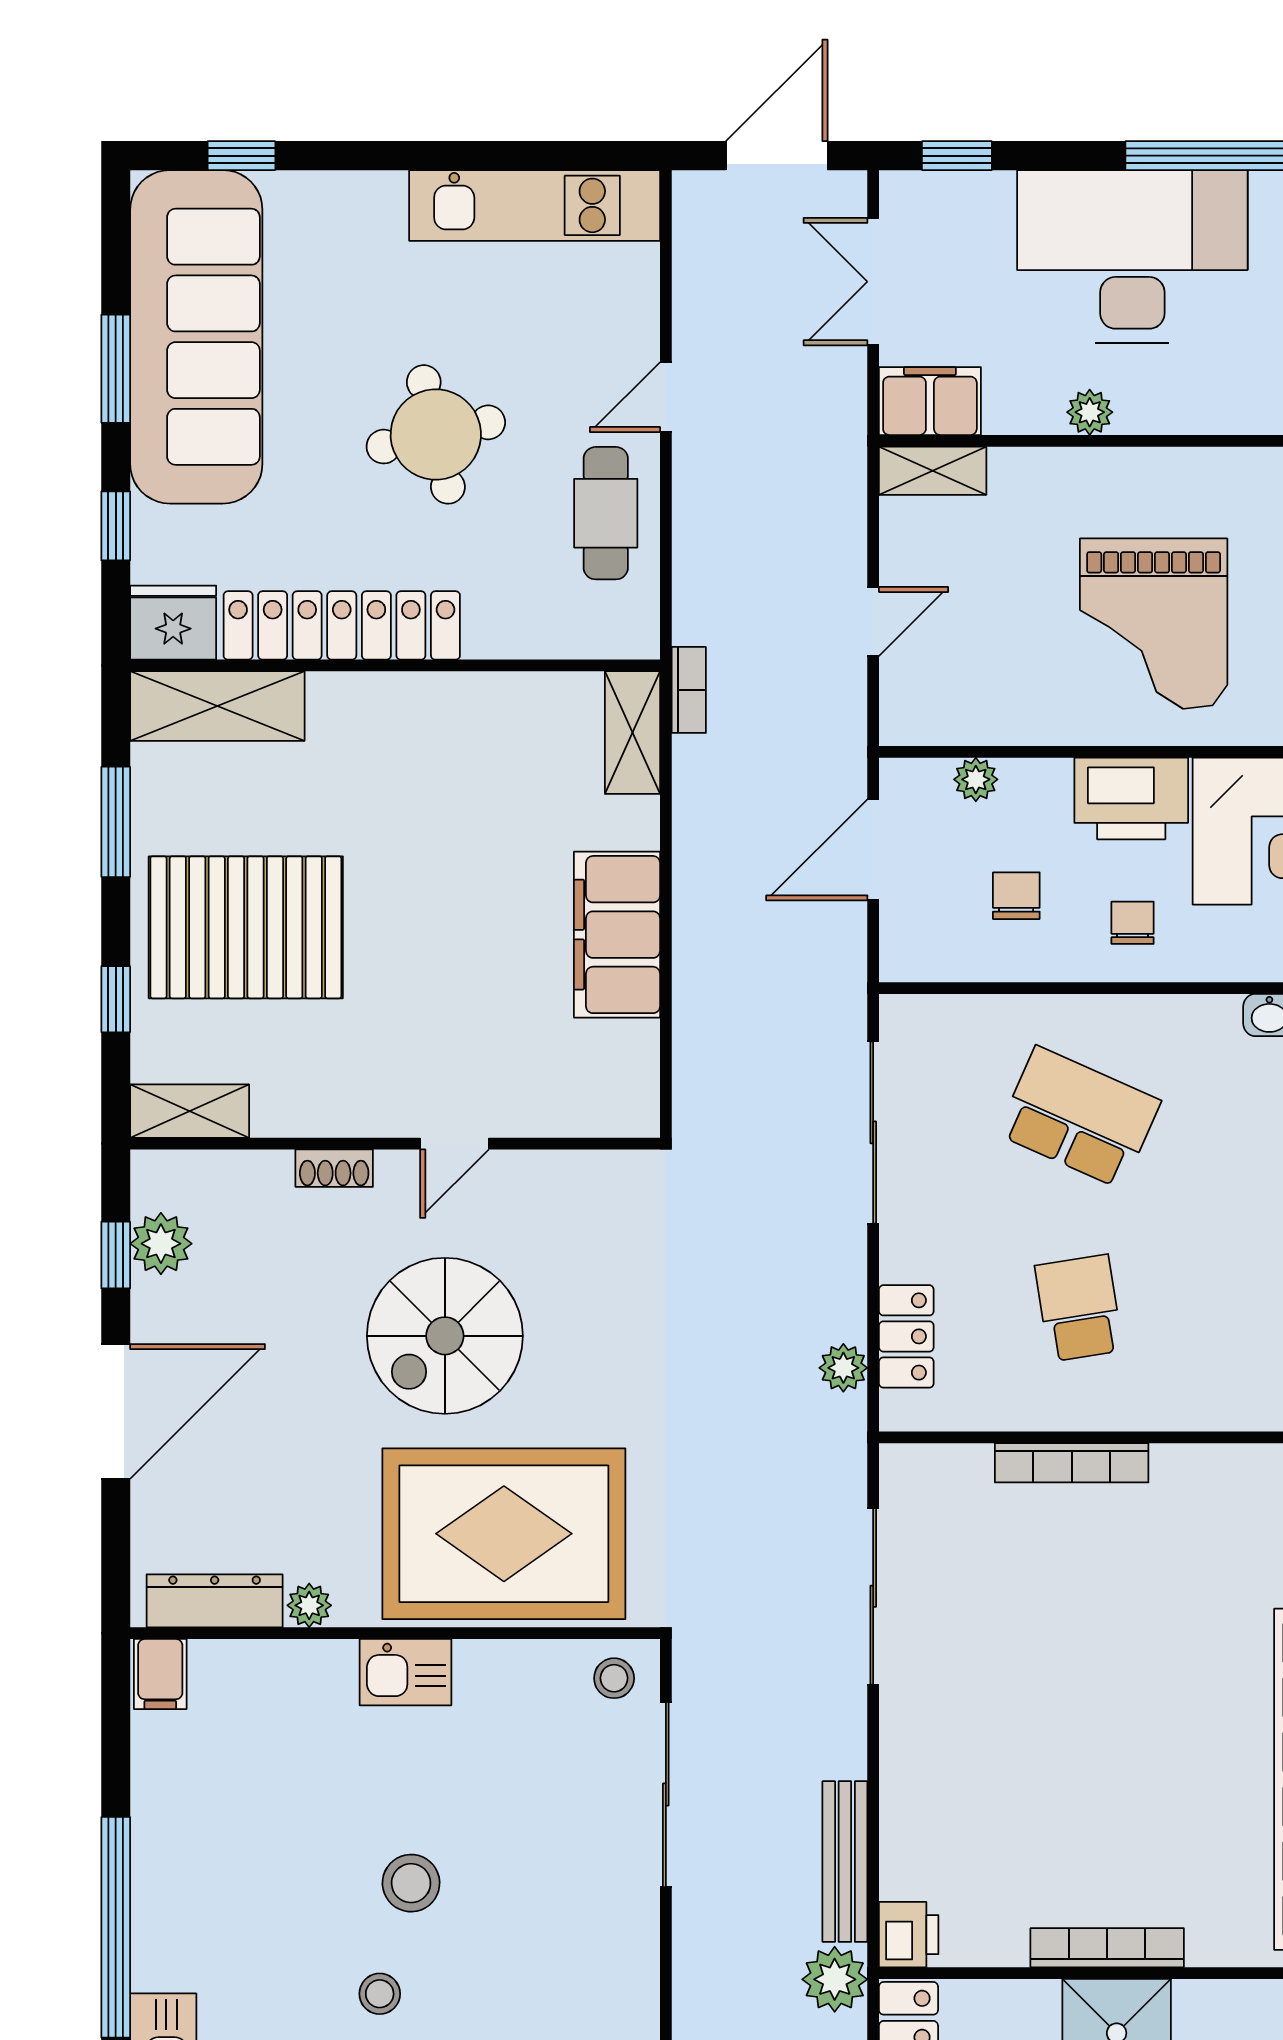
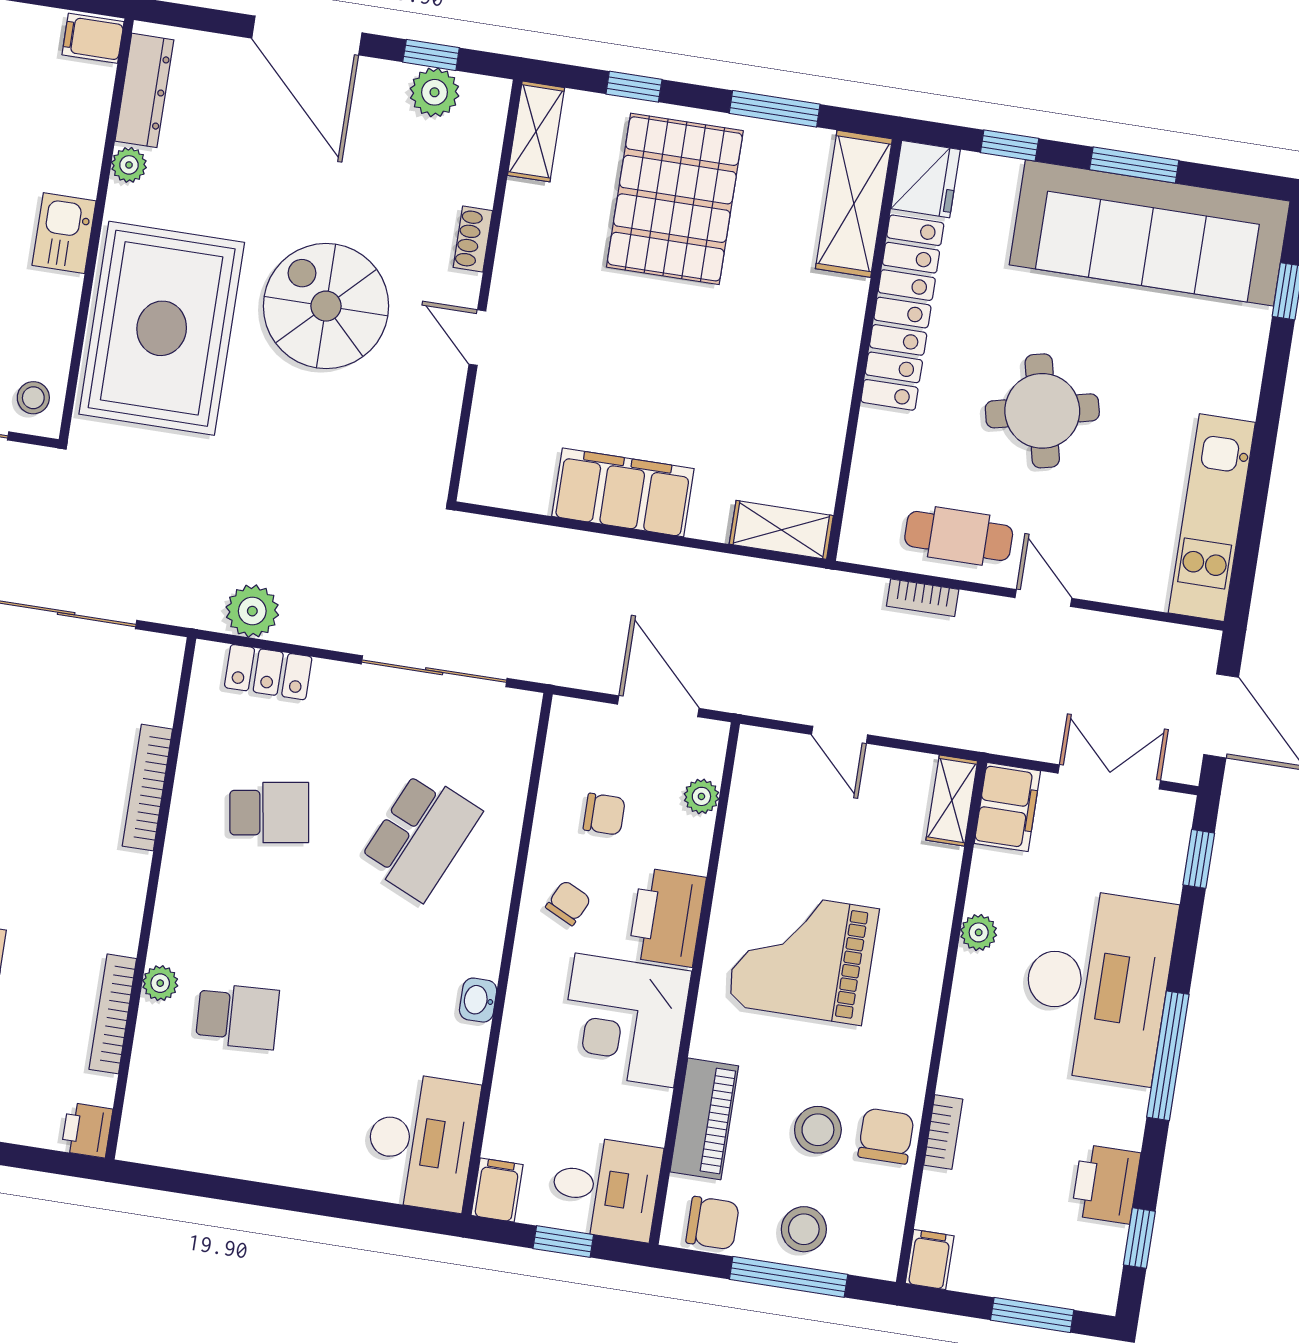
bookcase: (689, 690) -> (923, 598), moved
chair: (1133, 923) -> (568, 903), turned -64
plant: (843, 1368) -> (252, 611), width x1.38, depth x1.38

